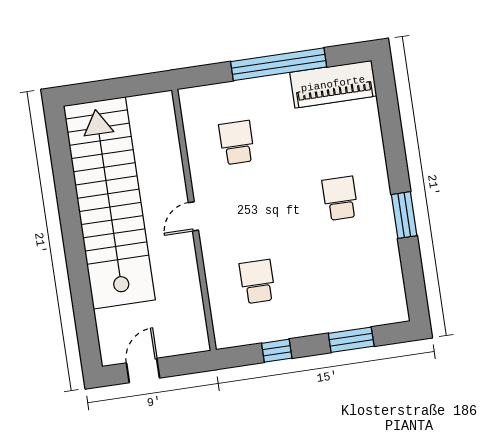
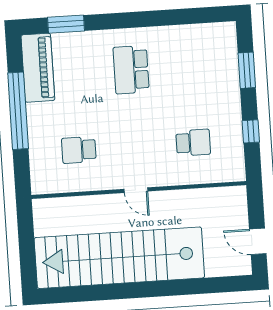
school desk: (340, 198) -> (131, 70), width x1.85
window: (404, 215) -> (66, 24), moved
school desk: (257, 281) -> (193, 143), turned 180

